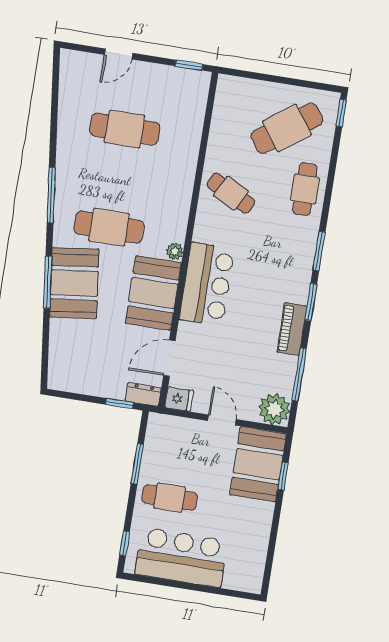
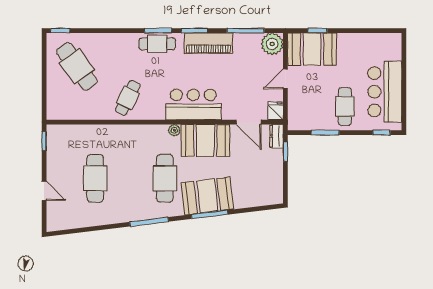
cafe table: (305, 189) -> (157, 44), moved
piano: (292, 329) -> (209, 43), width x1.37, depth x1.33

